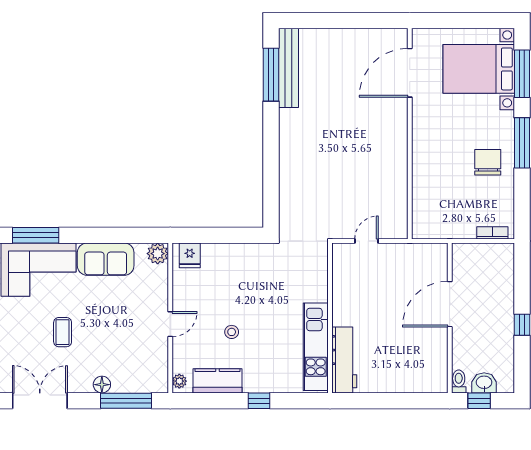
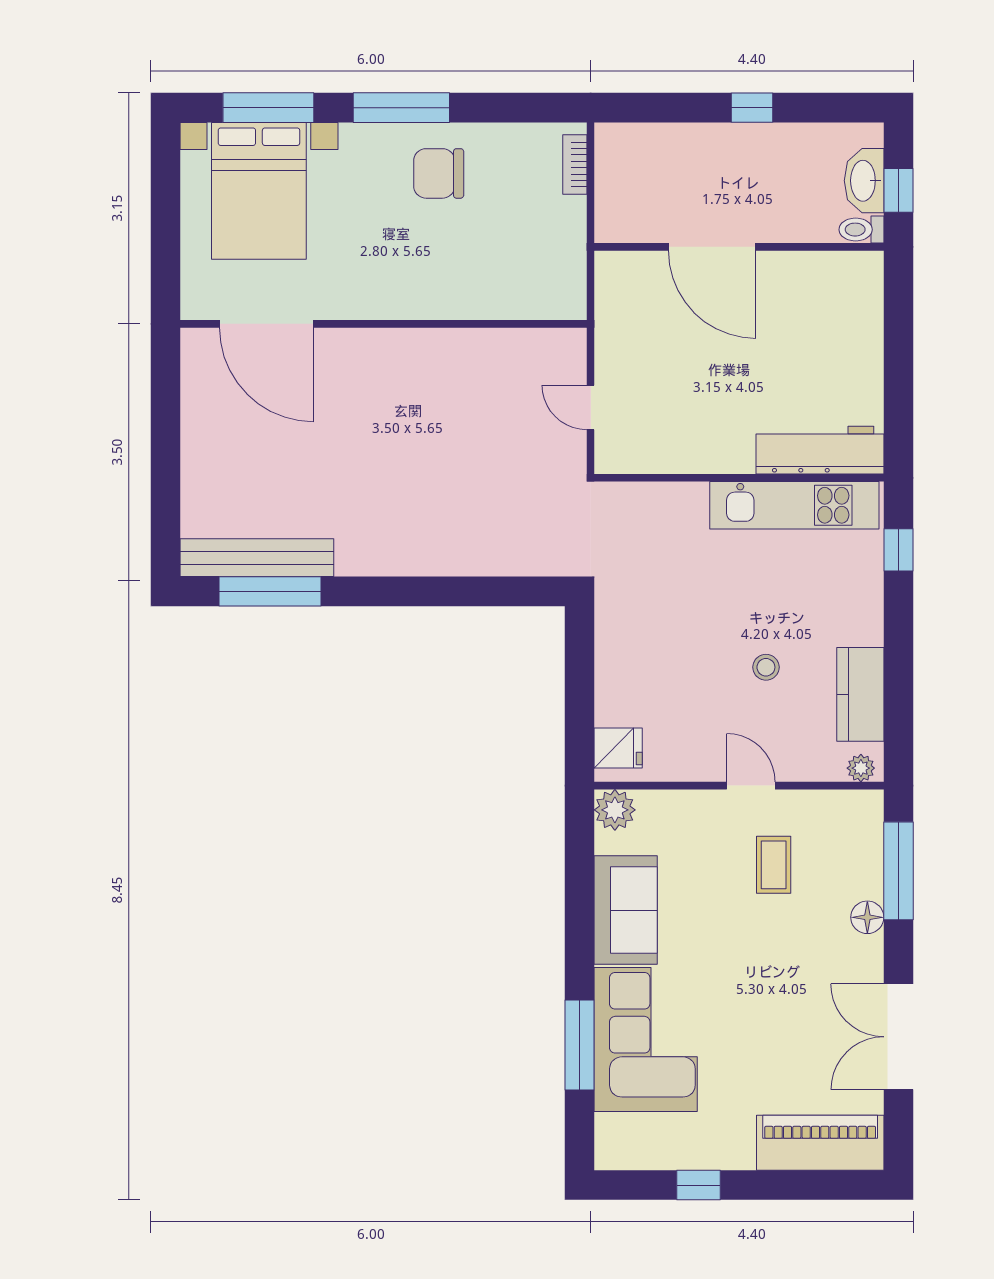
coffee table: (63, 332) -> (774, 865), moved, turned 90
washbasin: (484, 383) -> (864, 181), width x1.38
window: (259, 401) -> (898, 550), moved

